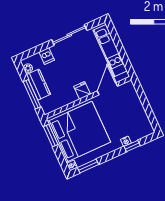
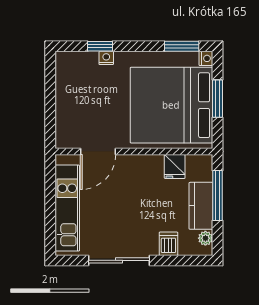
fridge: (82, 90) -> (175, 167), moved
window: (51, 136) -> (218, 99), moved

